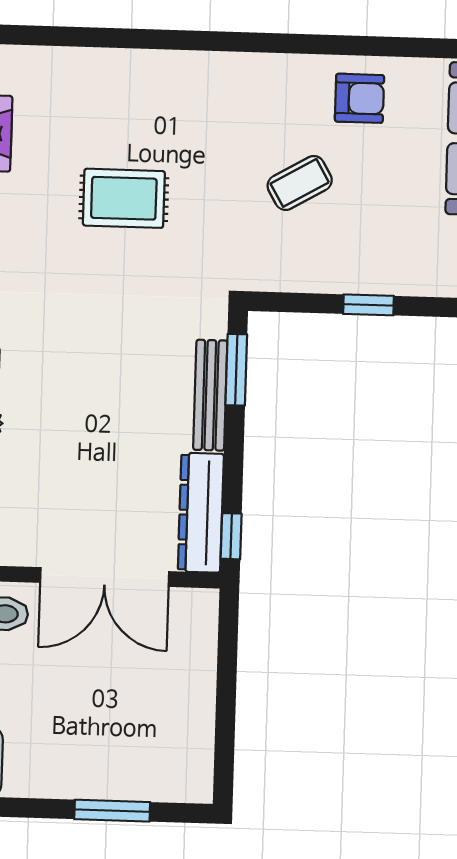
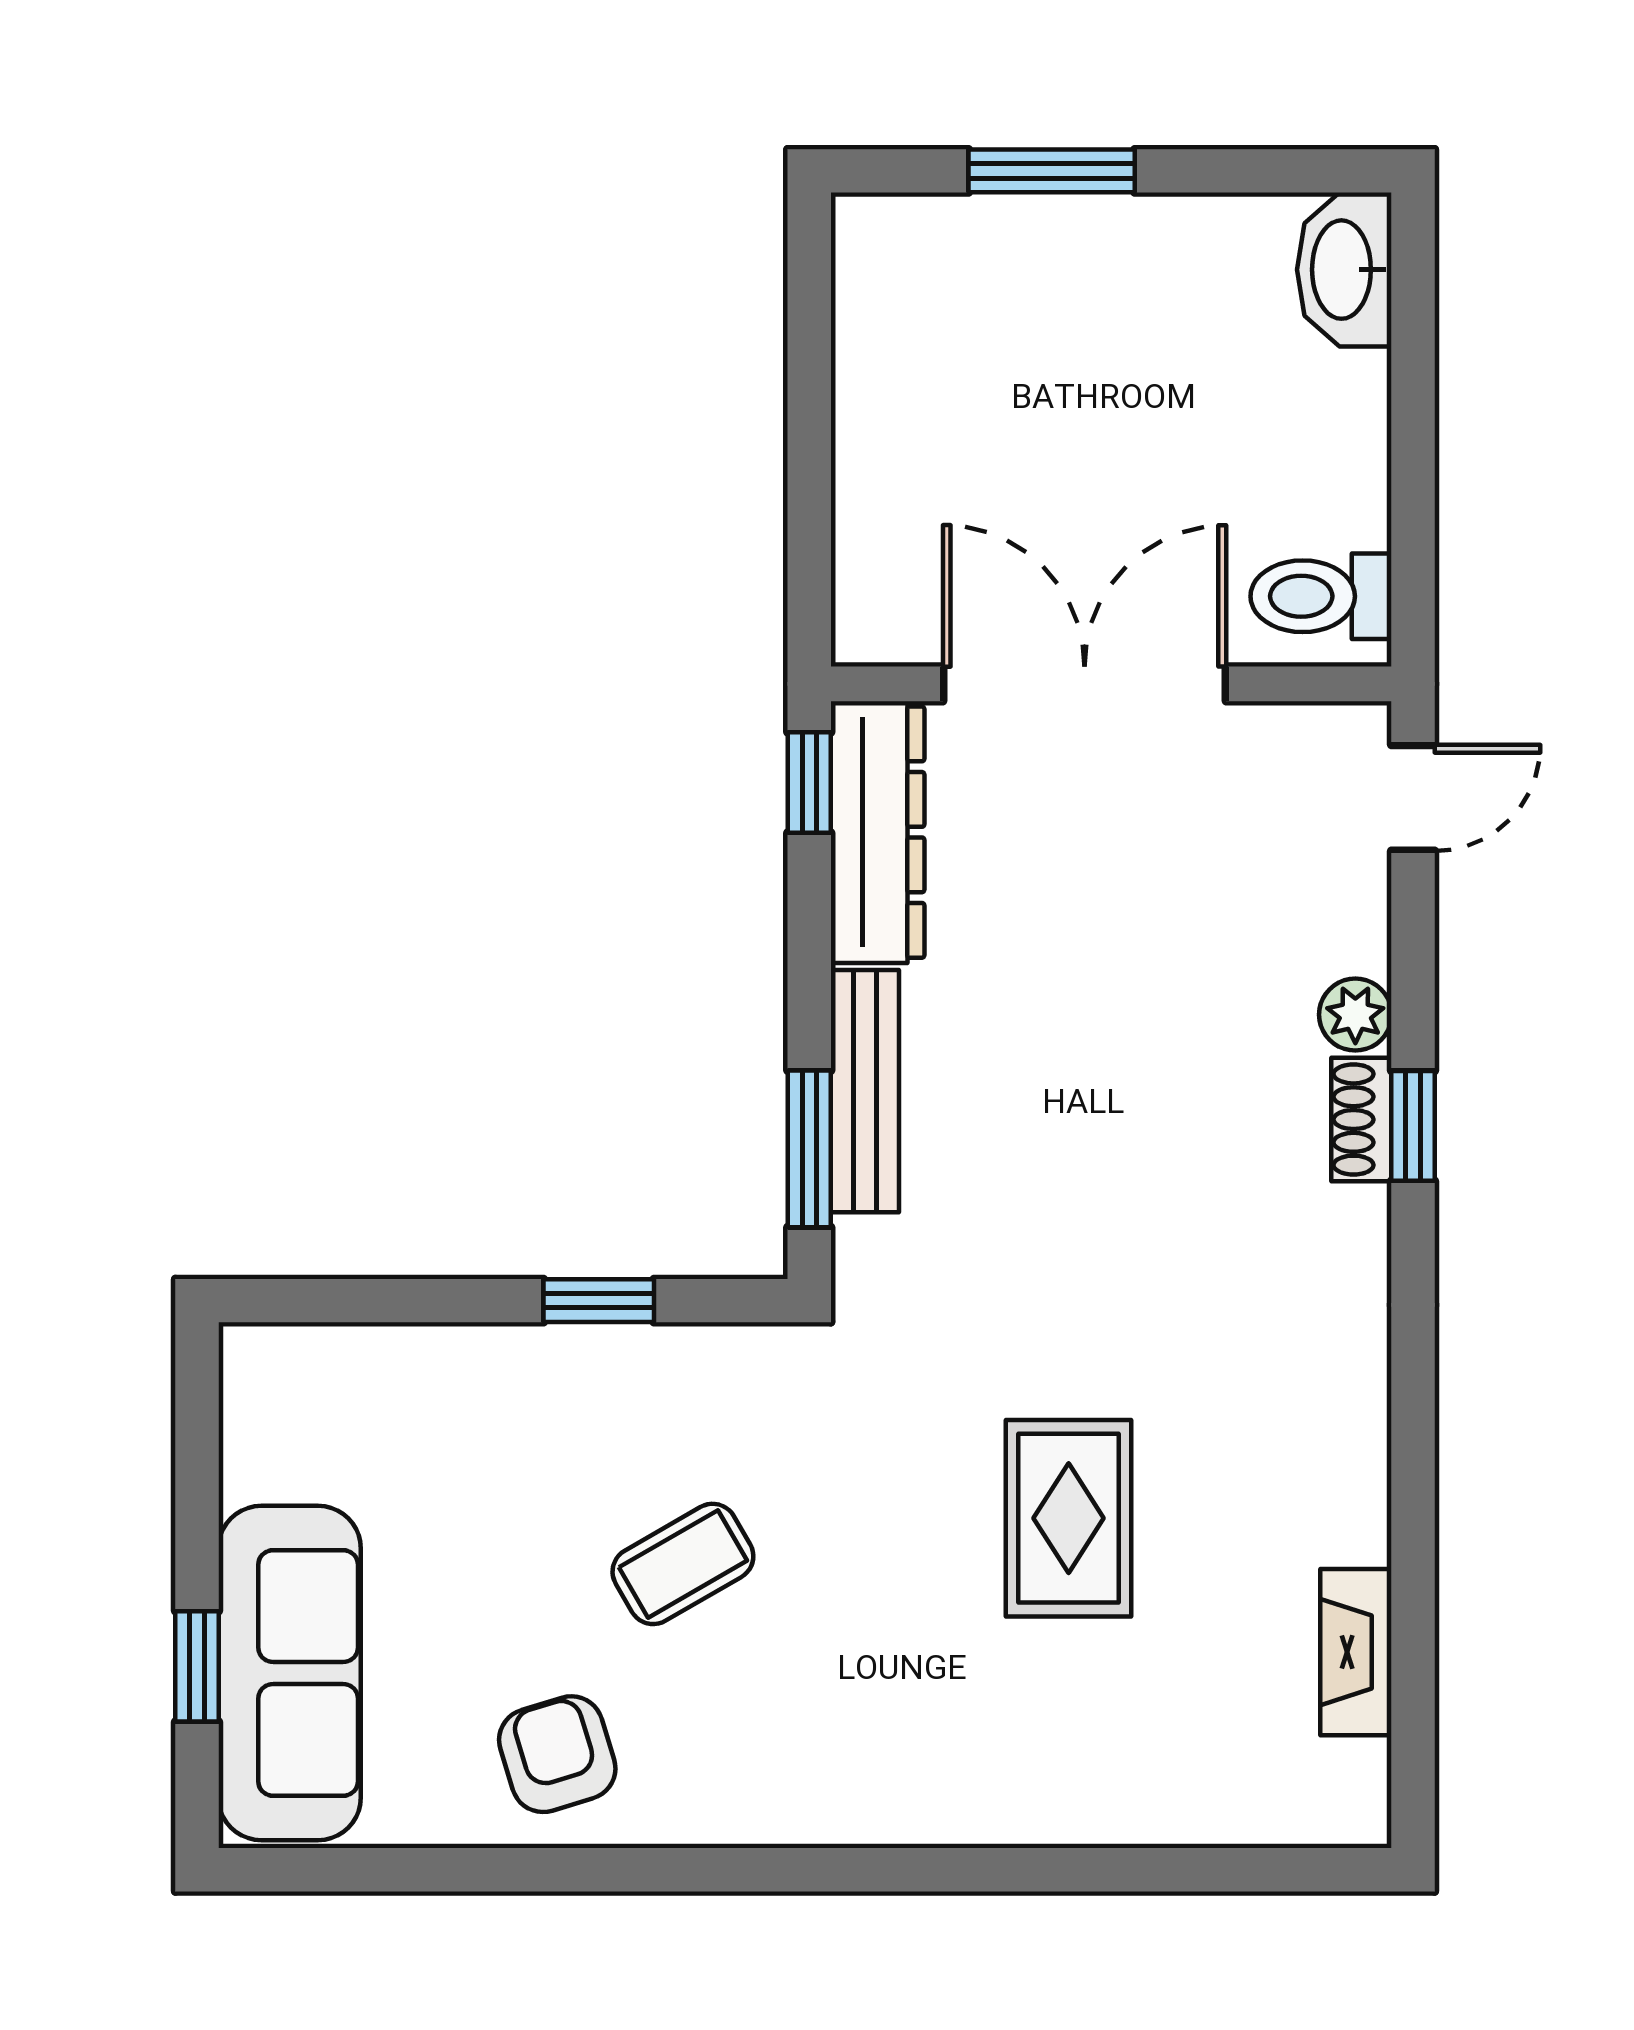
armchair: (359, 98) -> (557, 1754), turned 73
rug: (124, 198) -> (1069, 1518), turned 90
window: (368, 305) -> (599, 1301), moved

